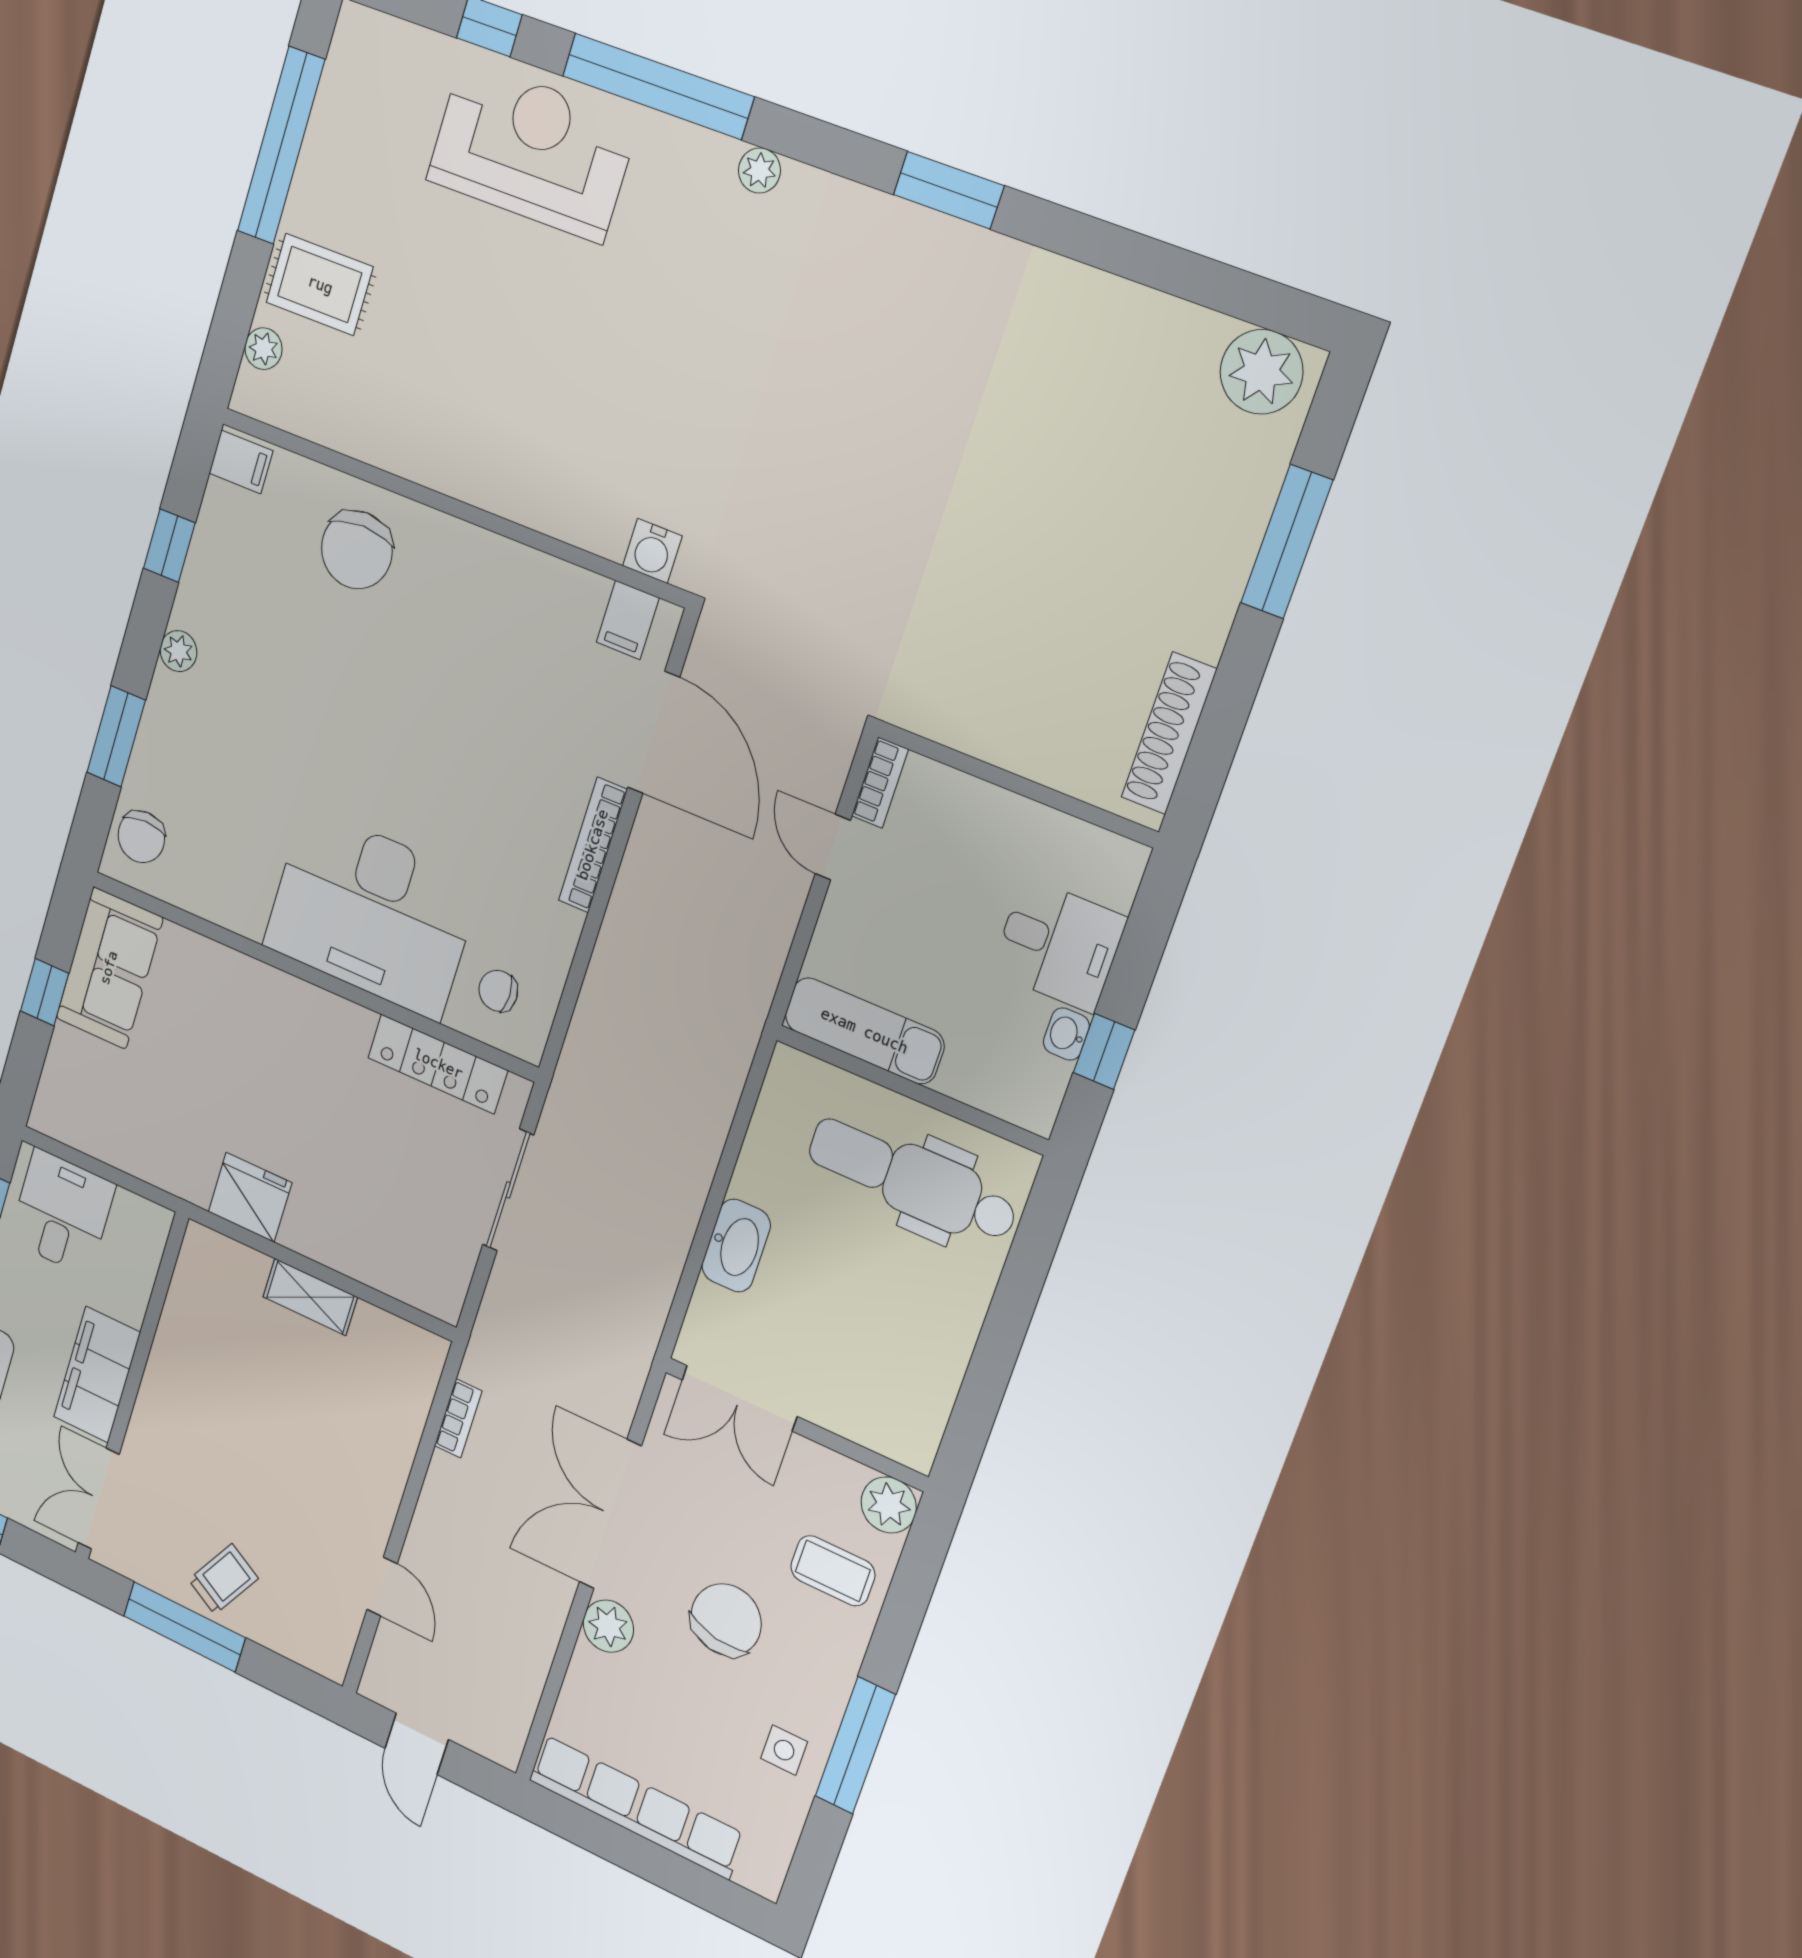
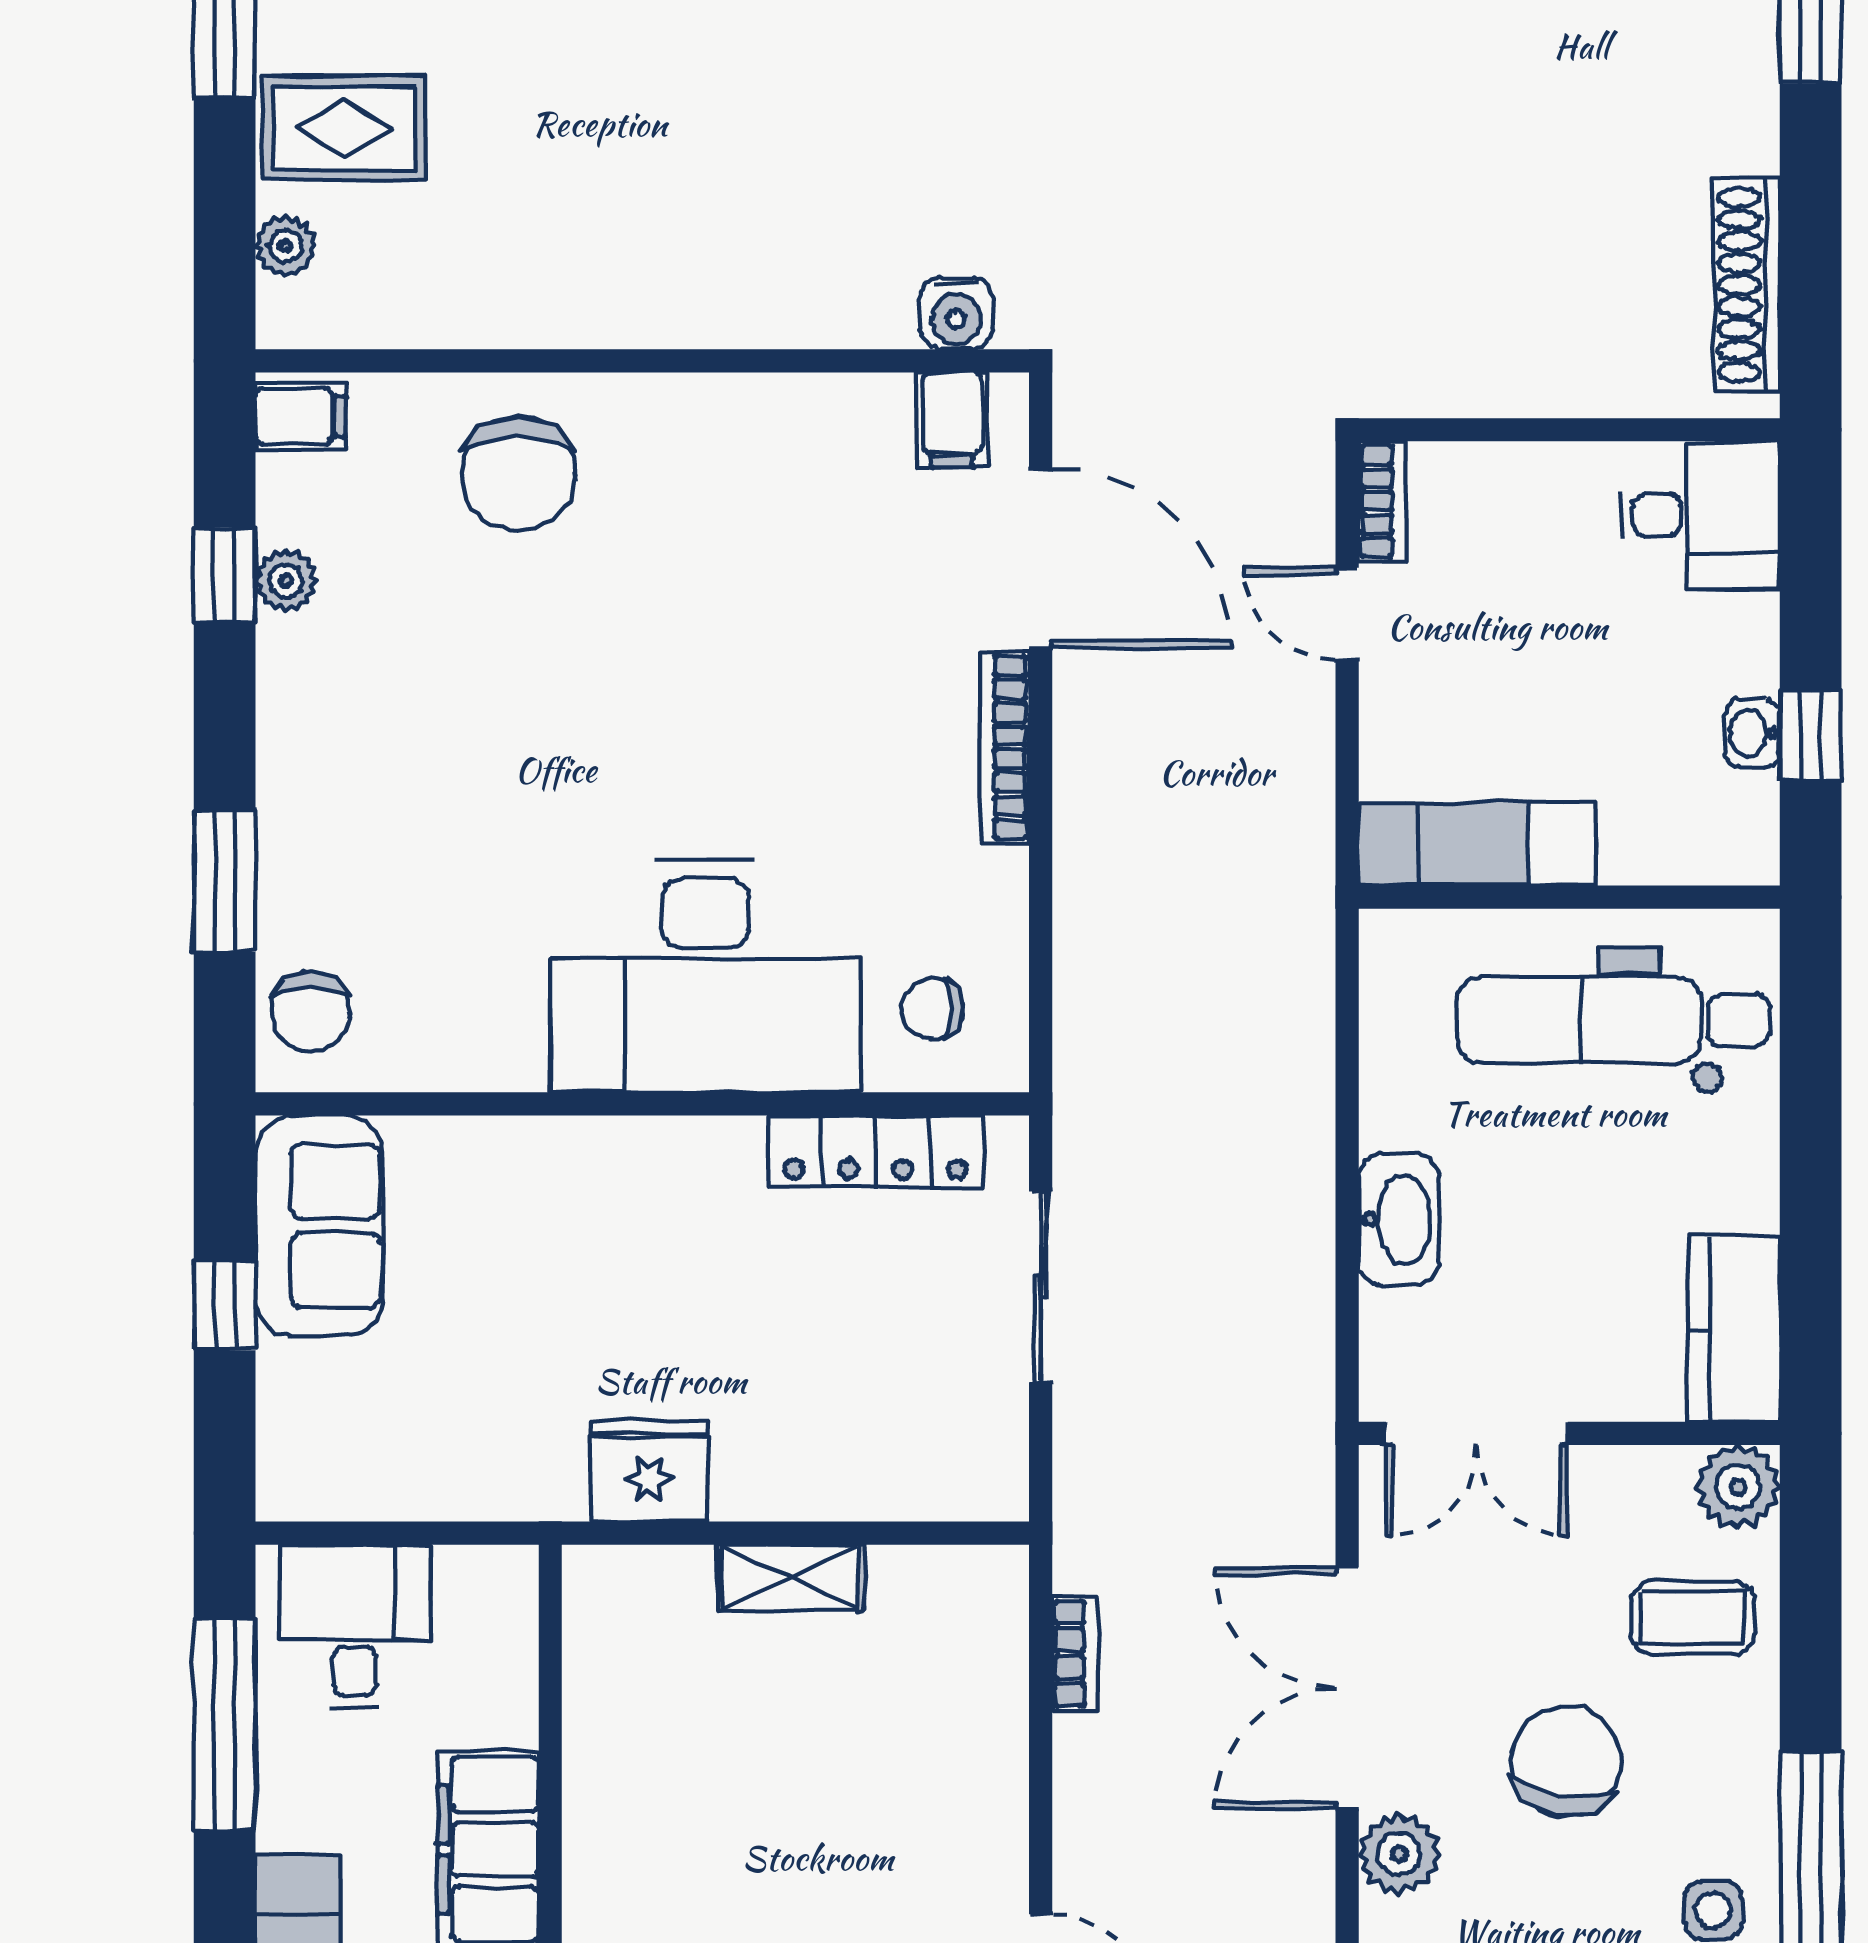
plant: (178, 651) -> (286, 581), moved
desk: (1059, 945) -> (1700, 515), moved
kitchen counter: (920, 1407) -> (1734, 1329), added

